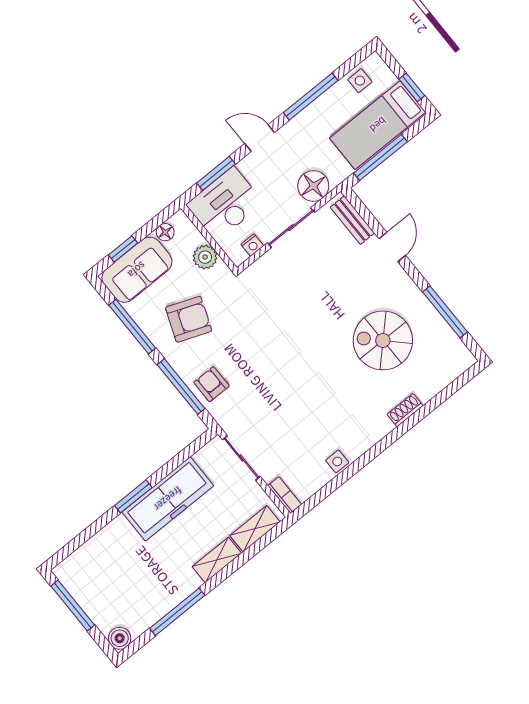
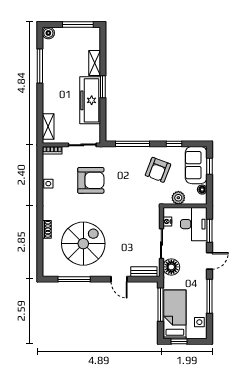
window: (132, 327) -> (174, 144), width x0.46
spiral stairs: (383, 340) -> (83, 244), width x1.37, depth x1.37
armchair: (211, 384) -> (91, 180), moved, width x1.88, depth x1.88
shelving: (217, 560) -> (95, 63), moved

